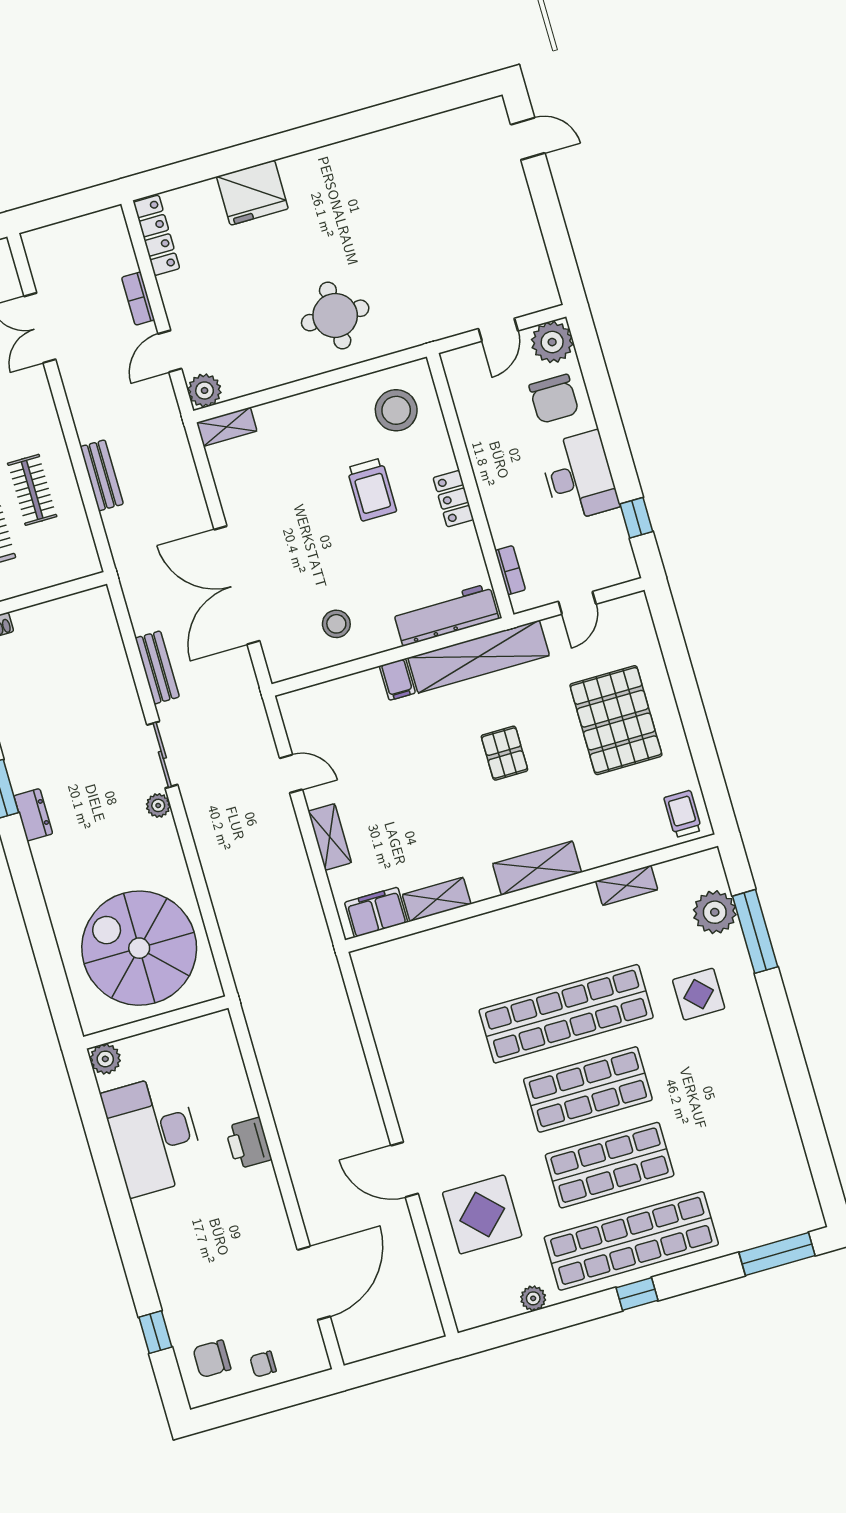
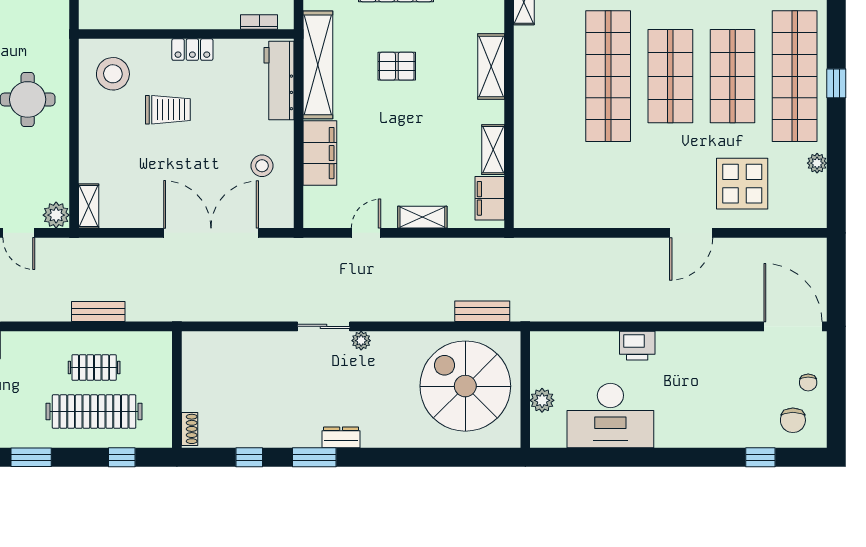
double door: (237, 585) -> (211, 233), swing flipped
bench: (157, 668) -> (482, 311), moved
filing cabinet: (397, 679) -> (320, 153), width x3.00, depth x1.17
spiral stairs: (139, 948) -> (465, 386), turned 90
plant: (105, 1059) -> (542, 400), moved
door: (314, 1283) -> (793, 326), moved

